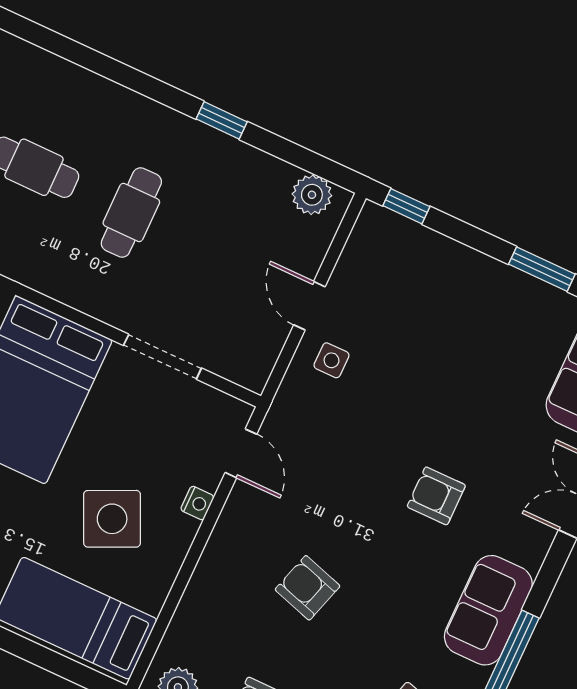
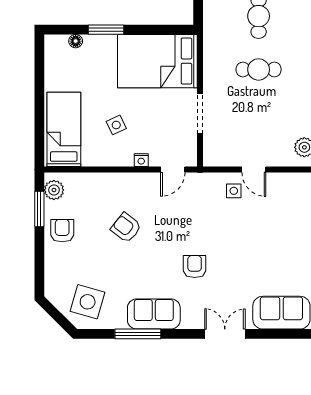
door: (309, 306) -> (254, 169), swing flipped
side table: (112, 519) -> (116, 125), width x0.54, depth x0.54
armchair: (308, 588) -> (126, 228), turned -69

